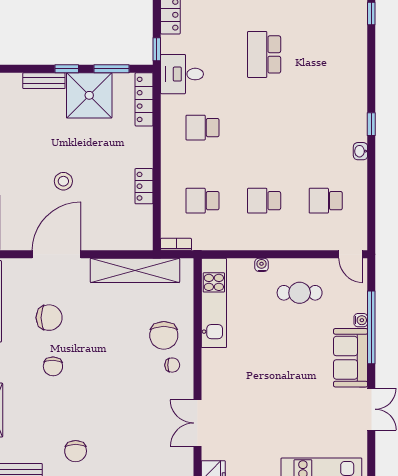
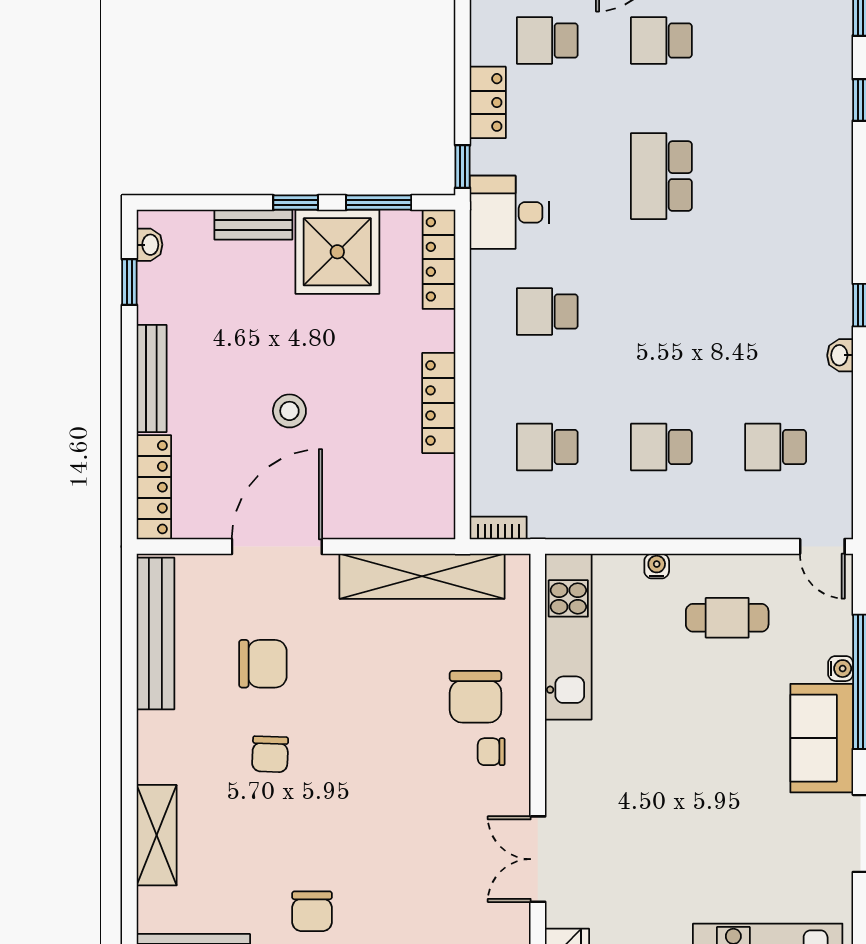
locker: (144, 186) -> (439, 403), width x1.53
chair: (172, 365) -> (491, 752), turned 180

